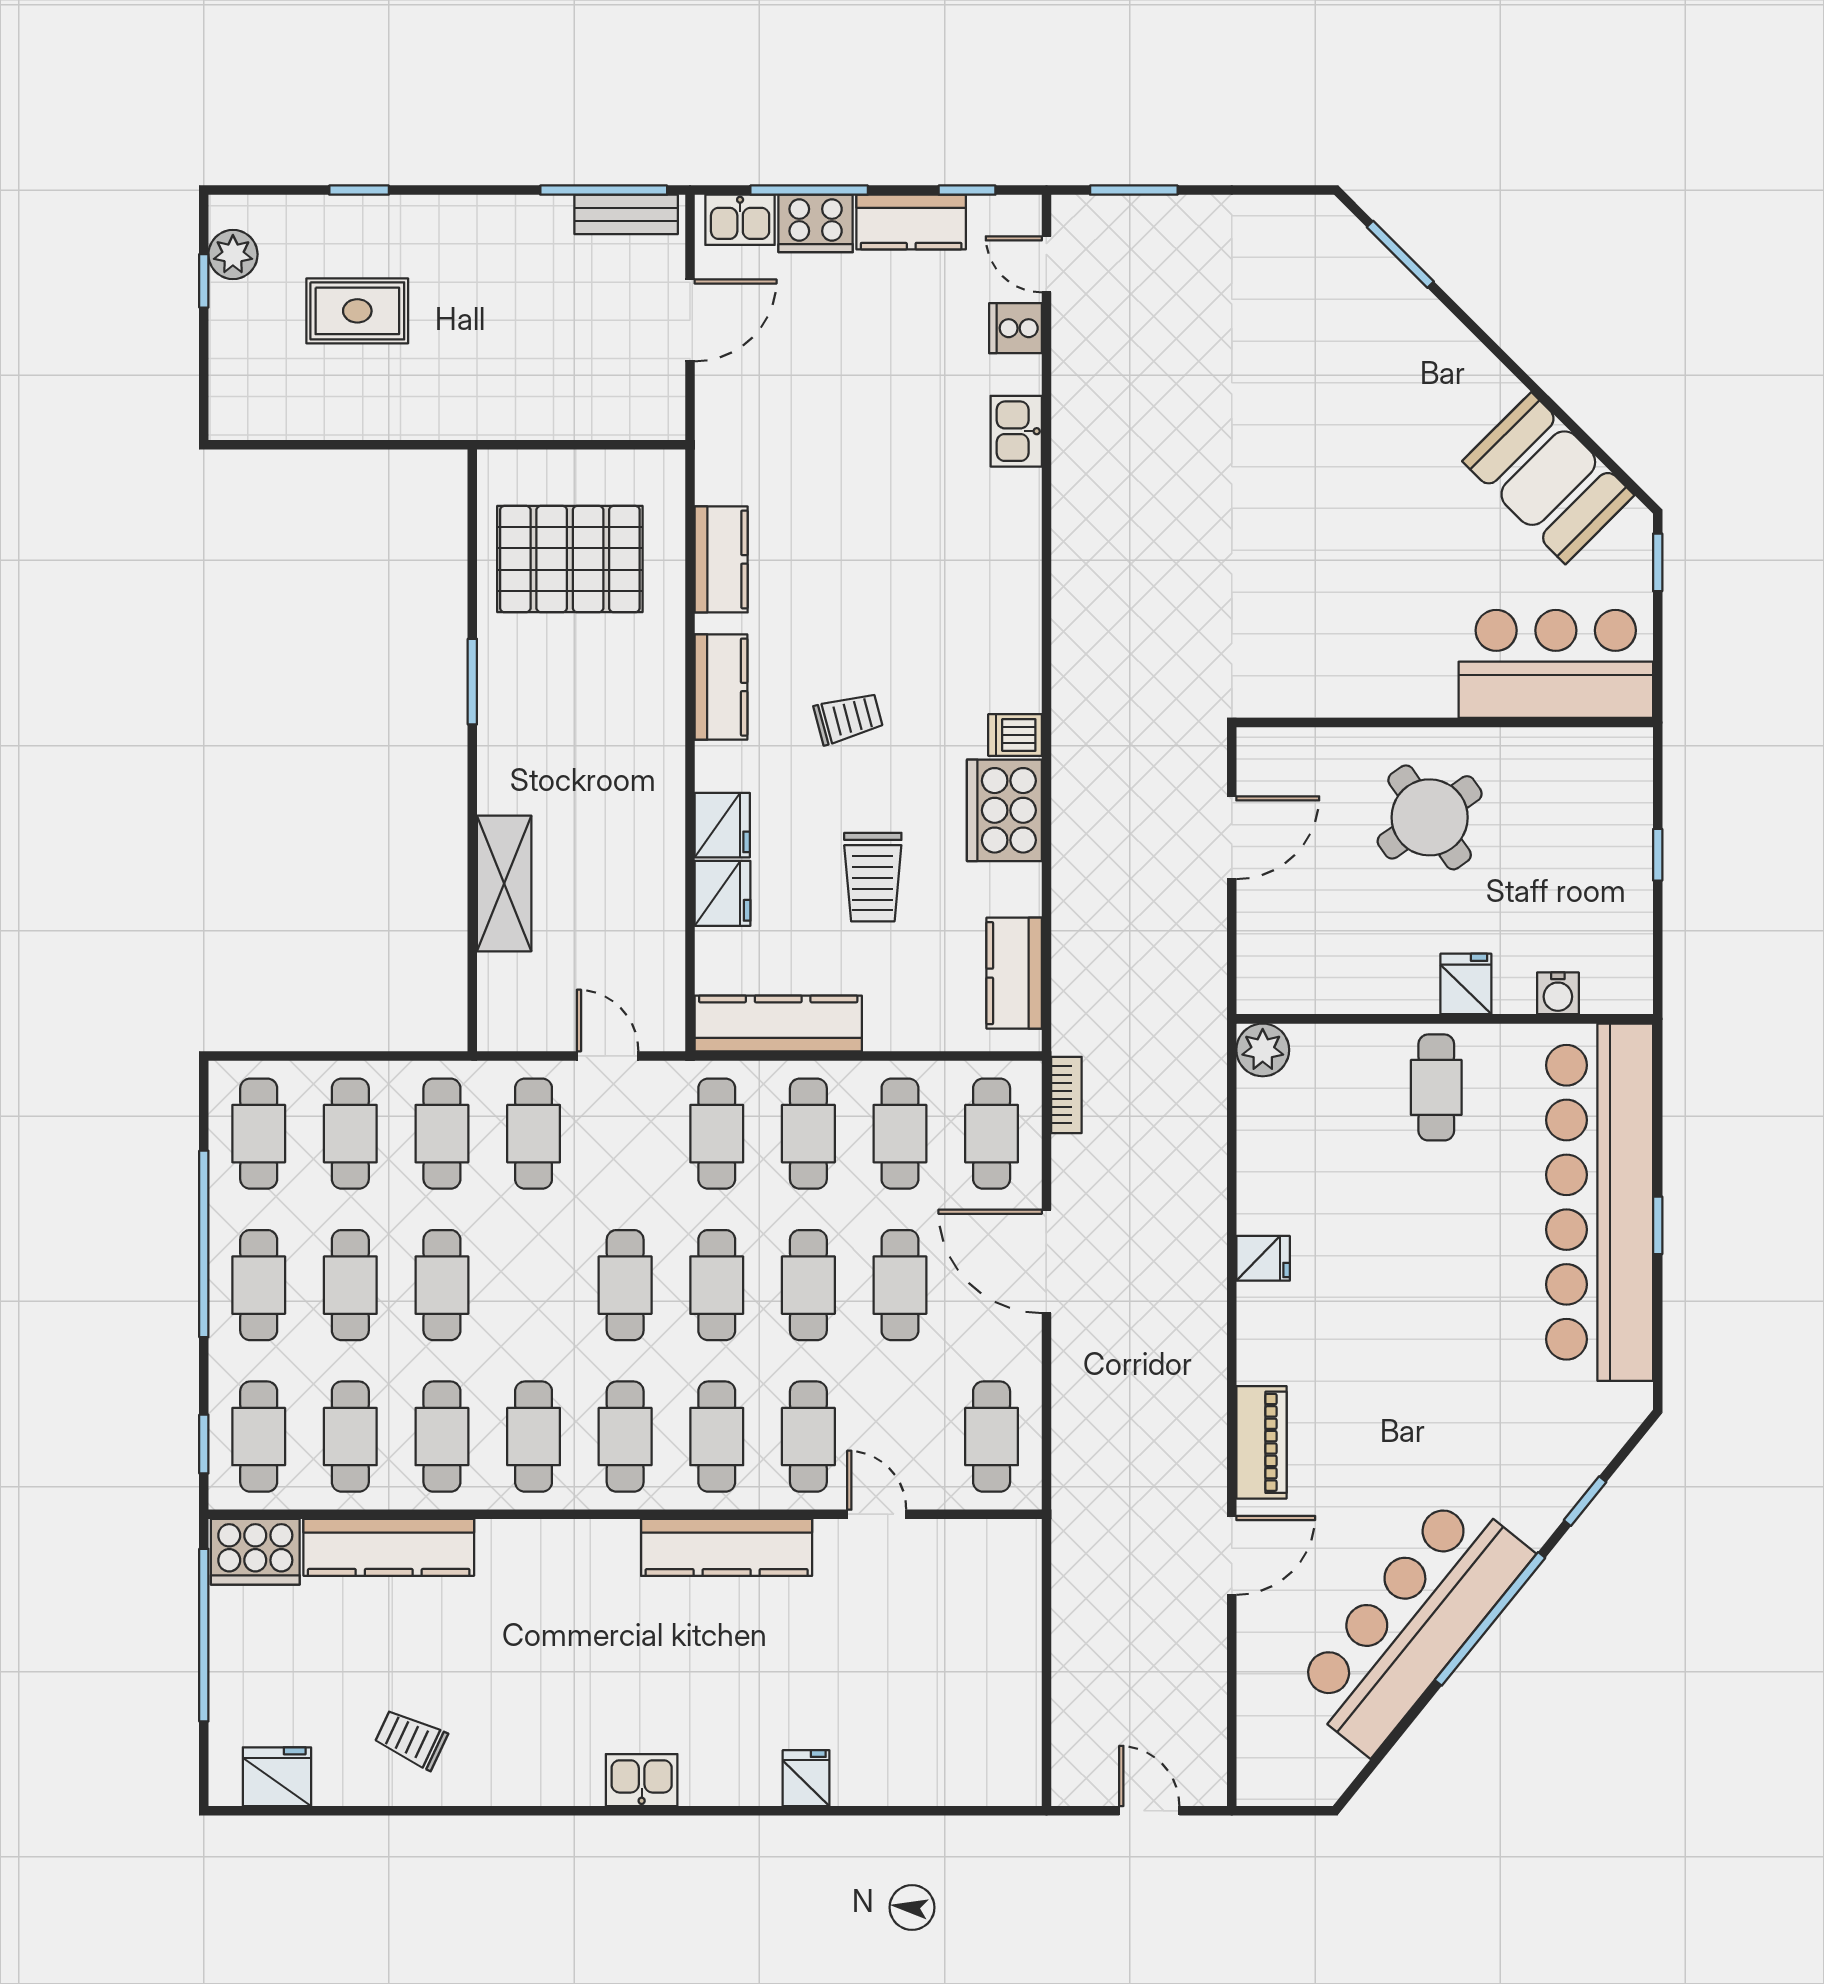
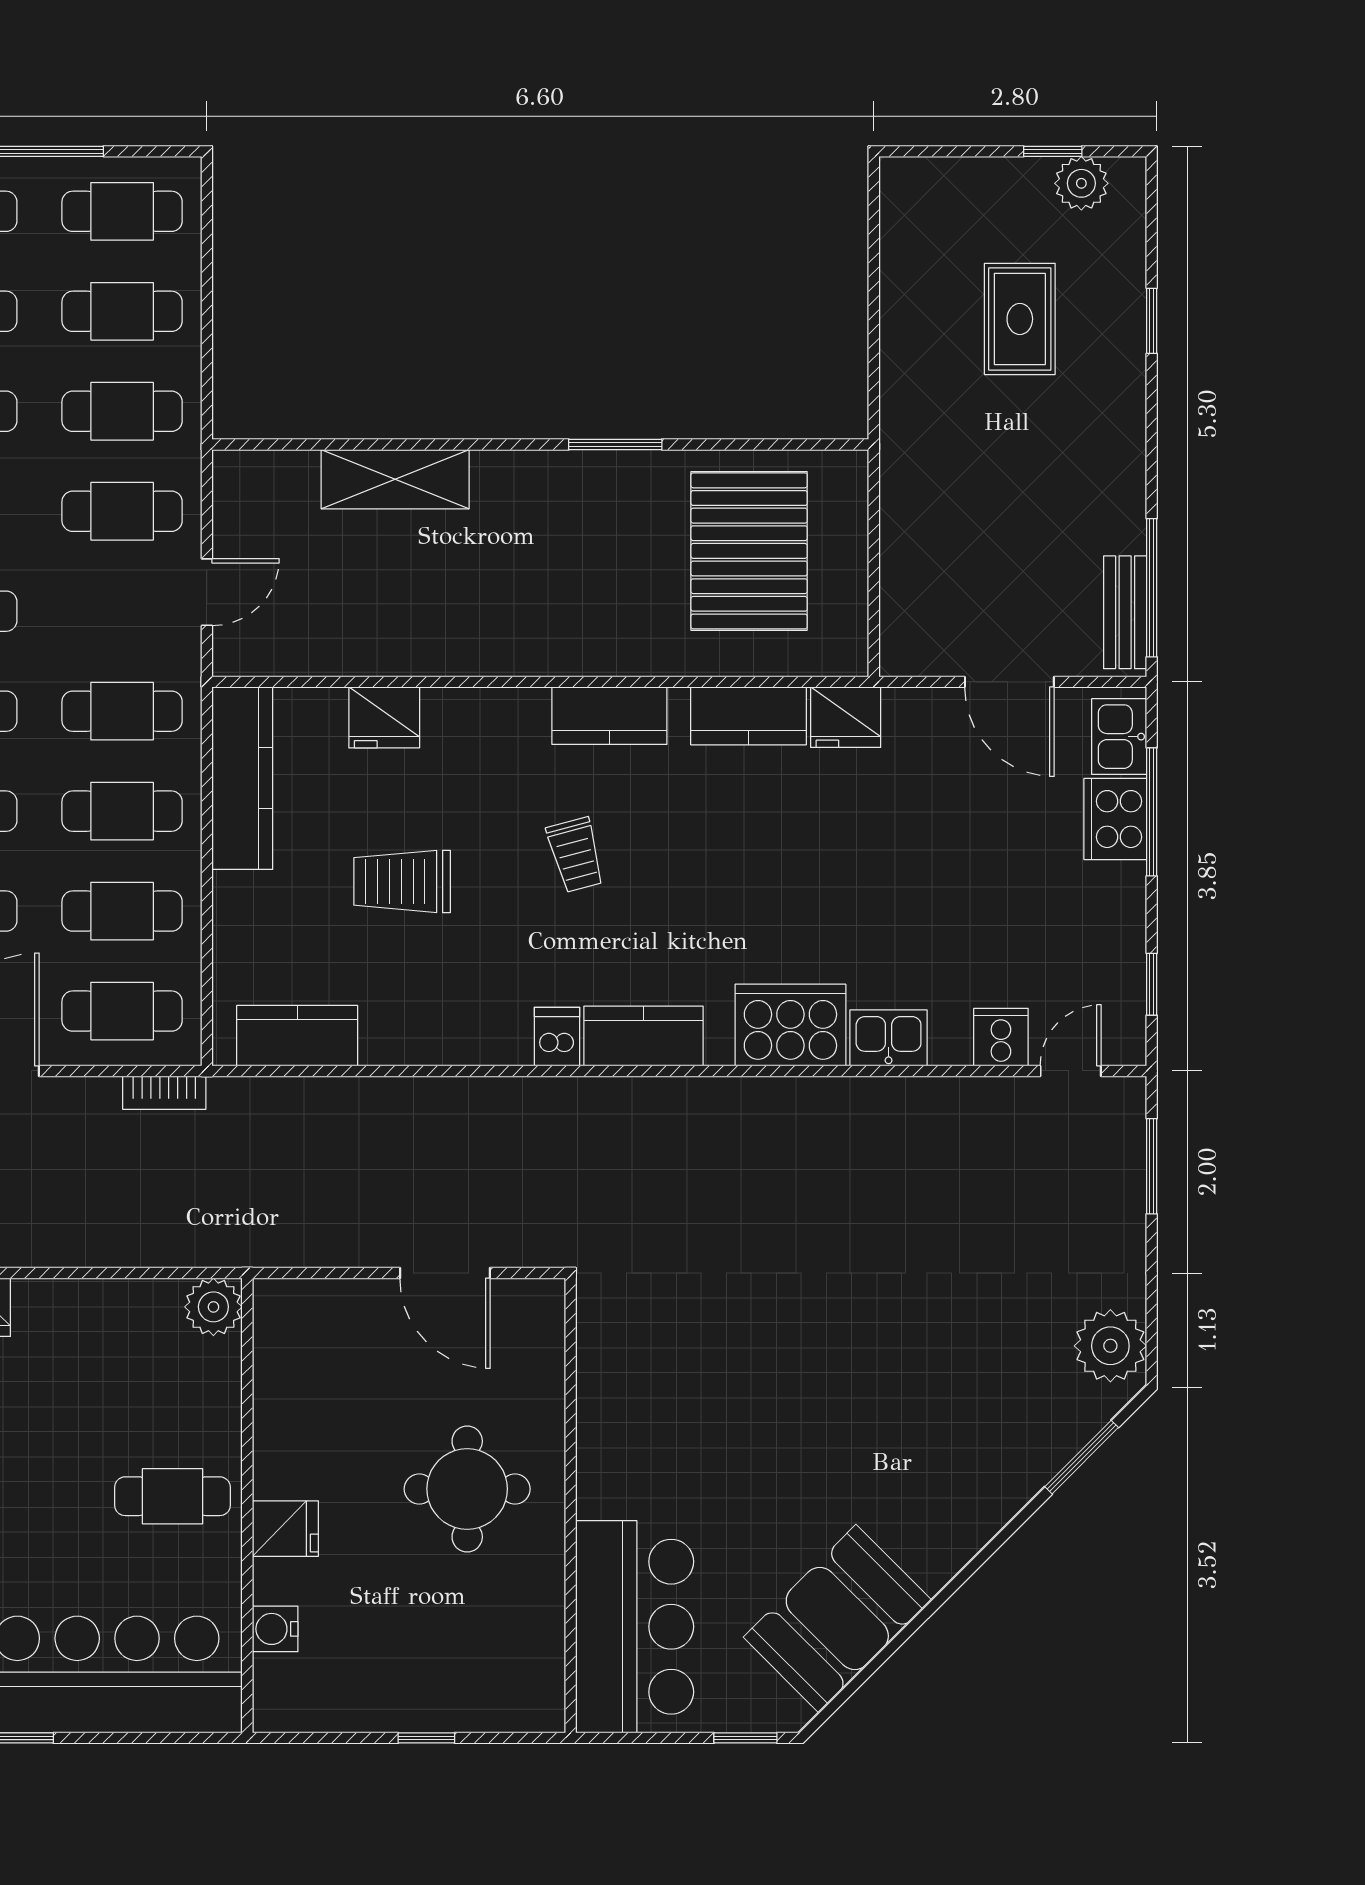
kitchen counter: (911, 222) -> (643, 1036), moved, turned 90
plant: (1298, 228) -> (1110, 1346), added
cooker: (1004, 810) -> (790, 1025), moved
round table: (1430, 817) -> (467, 1489), turned 35
fridge: (722, 825) -> (846, 717), moved

